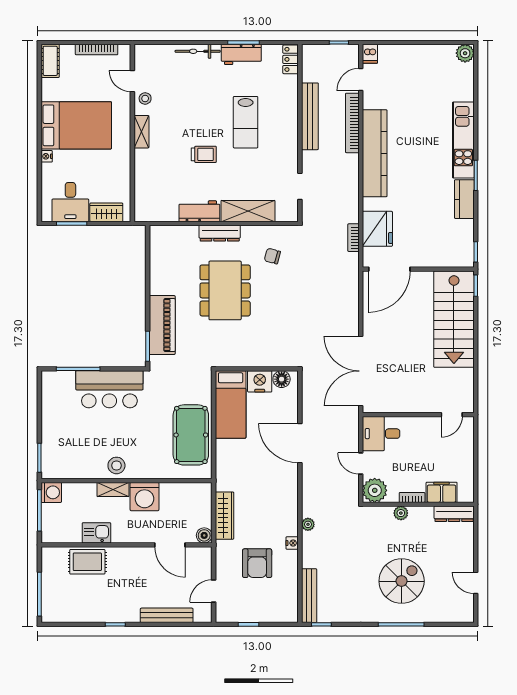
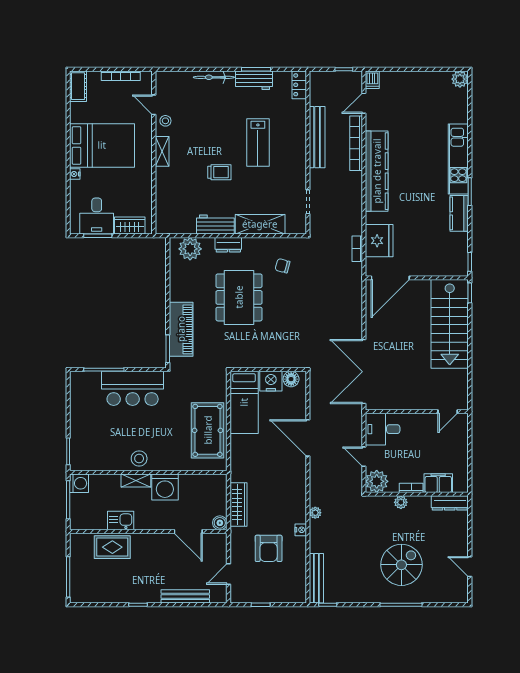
dresser: (220, 233) -> (228, 245), width x0.70
plant: (172, 238) -> (190, 249), added

